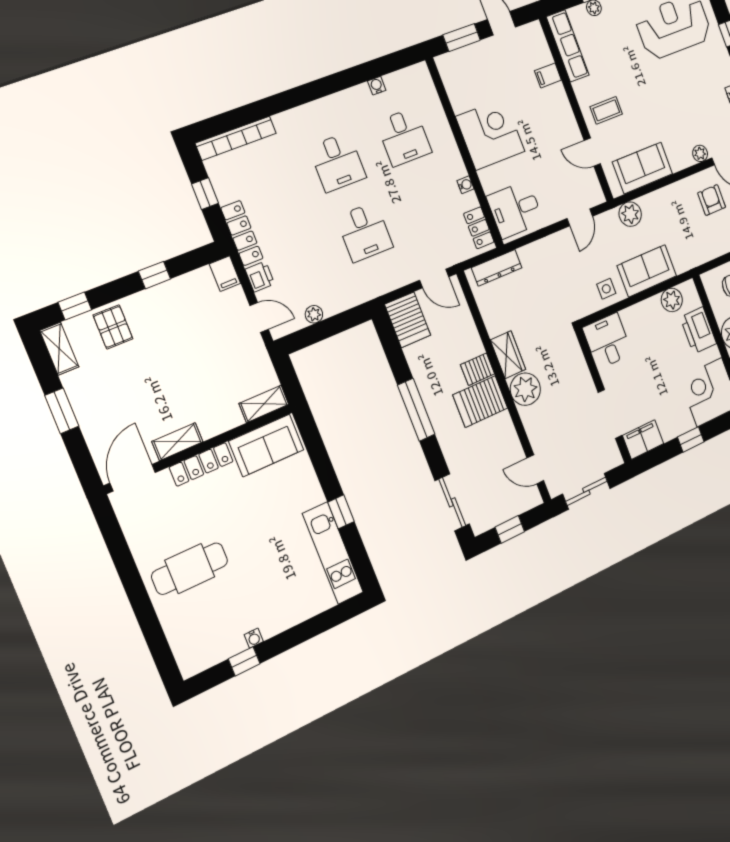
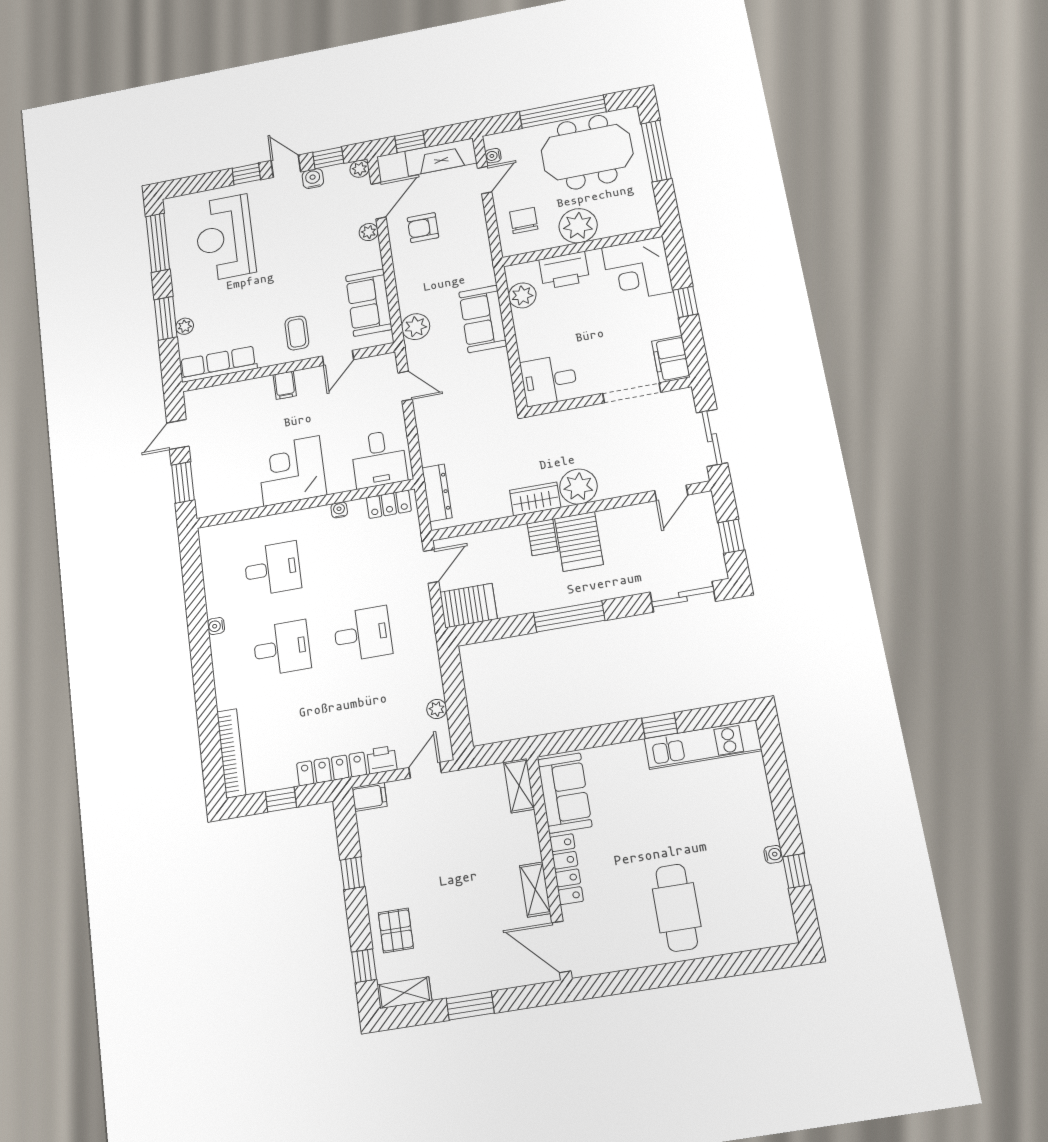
filing cabinet: (548, 75) -> (285, 385), moved
water cooler: (377, 86) -> (216, 626), moved
side table: (606, 289) -> (491, 370), removed
pallet: (113, 327) -> (396, 930), turned 90

